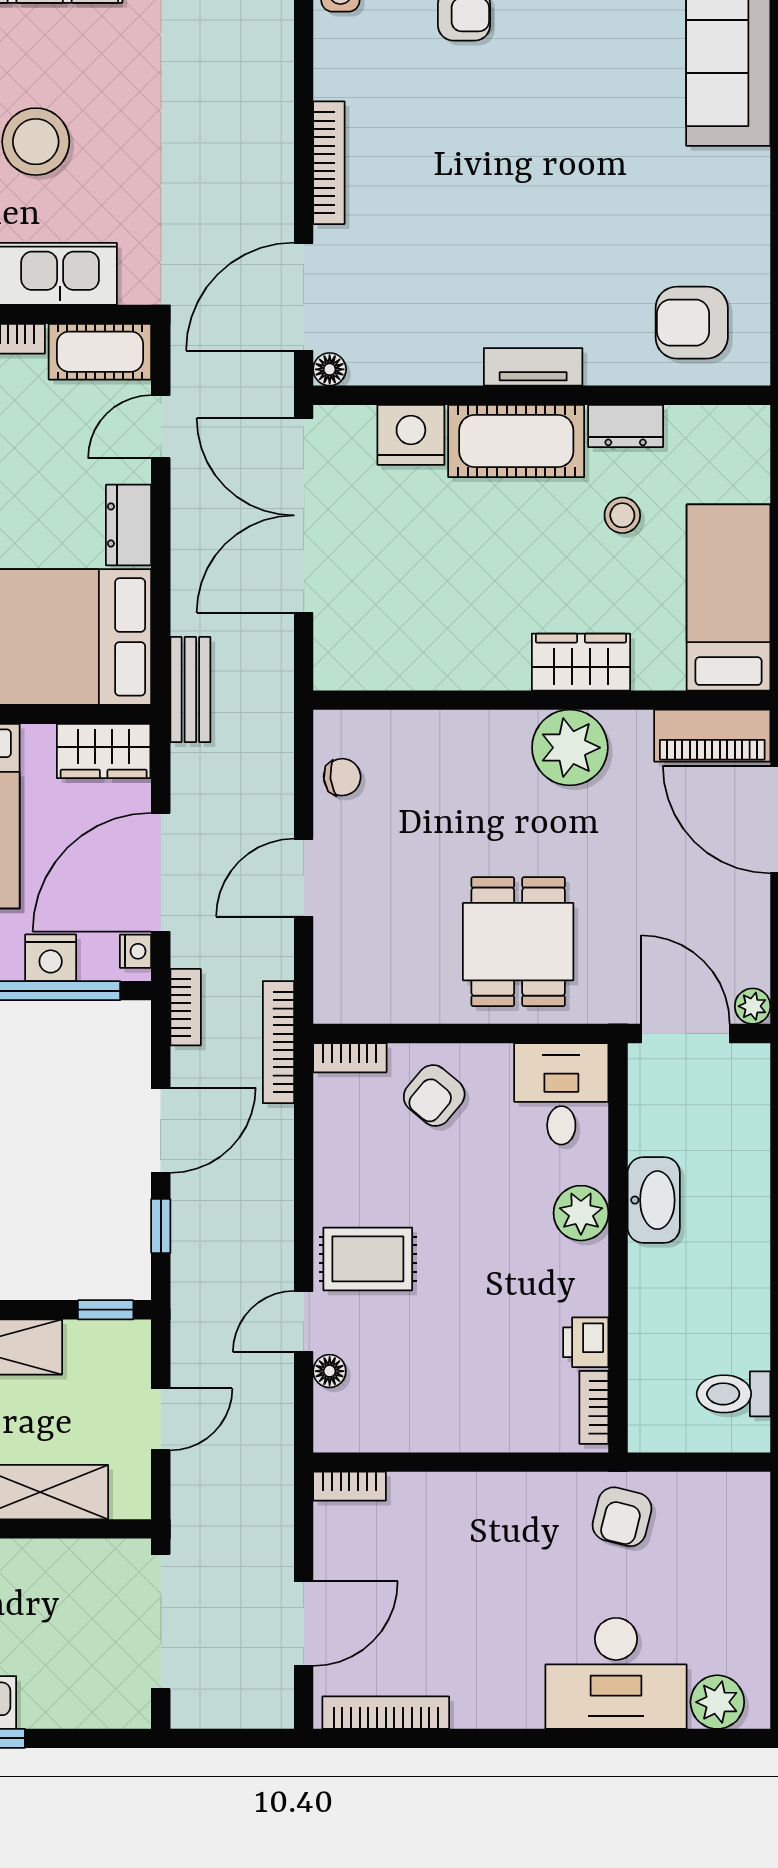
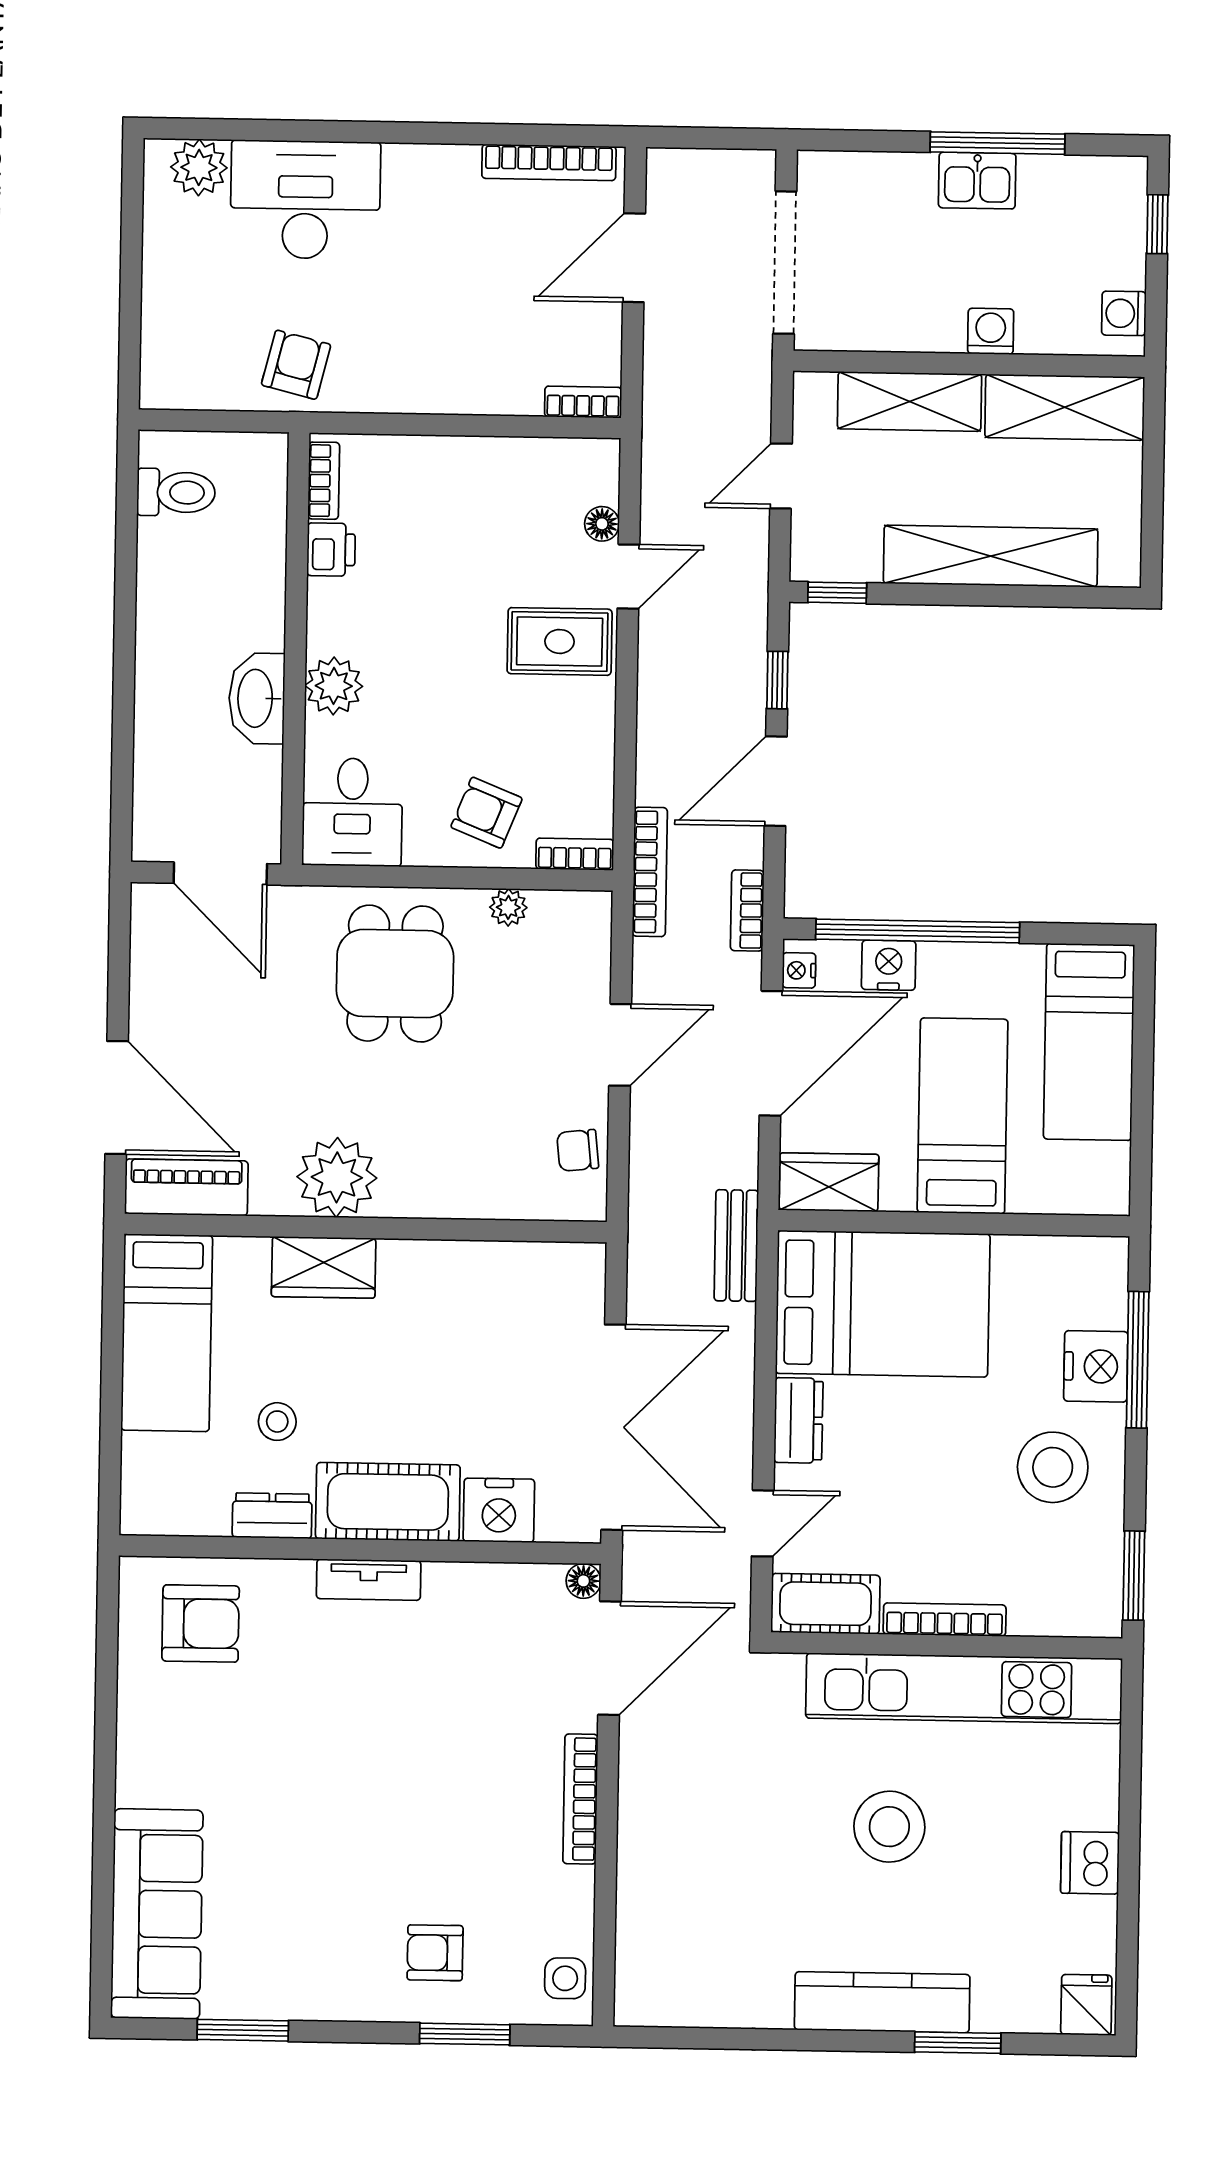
plant: (753, 1006) -> (508, 907), moved
armchair: (434, 1096) -> (487, 813), turned -108

